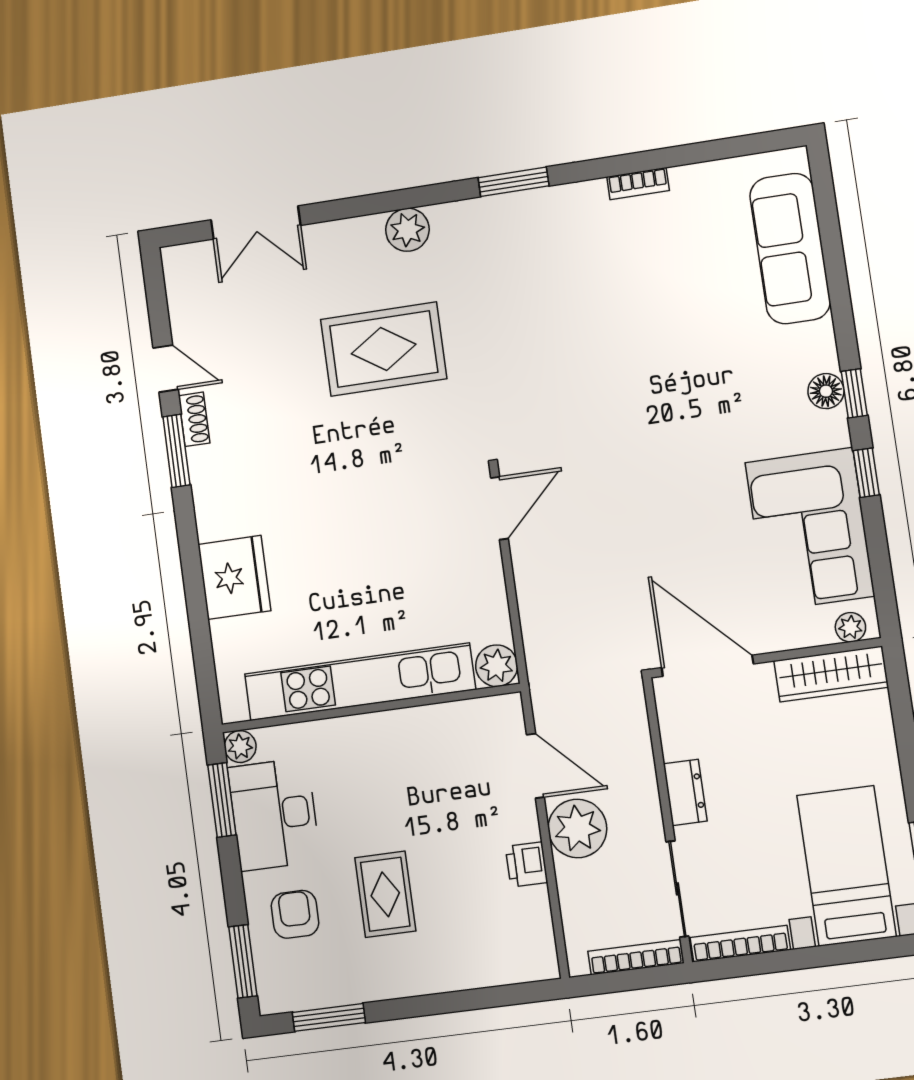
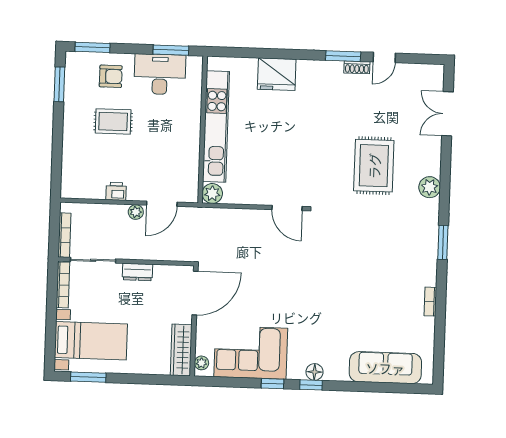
plant: (240, 747) -> (195, 63), removed
plant: (577, 828) -> (136, 212), width x0.53, depth x0.53

